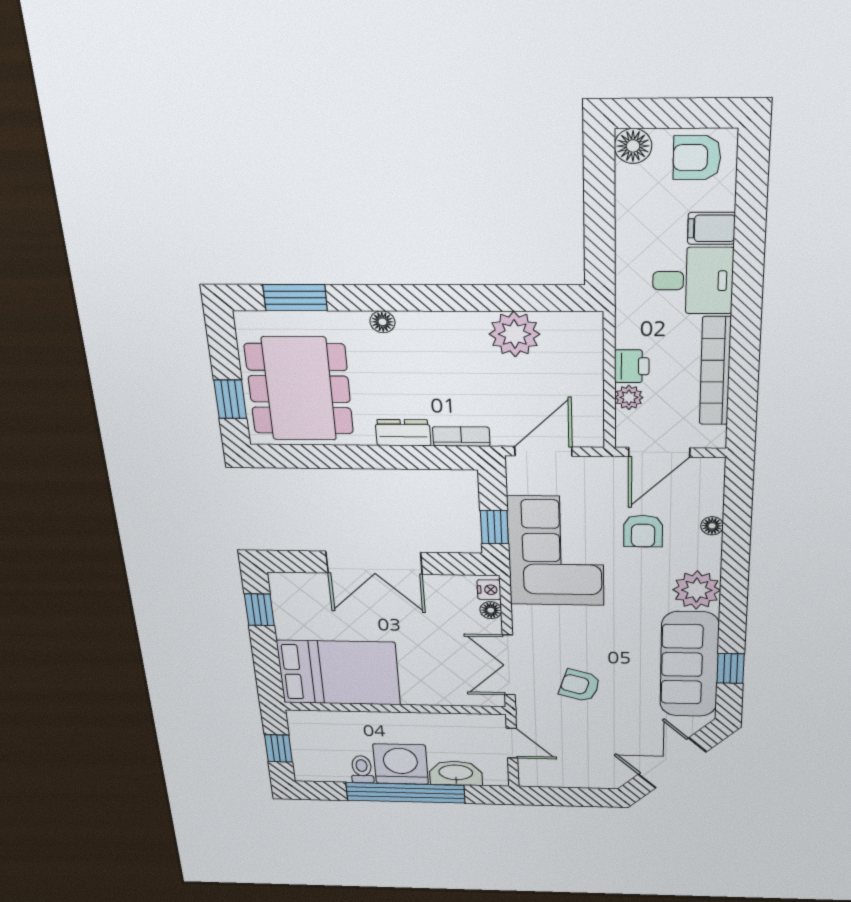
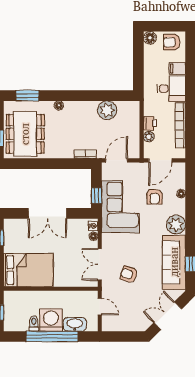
dresser: (403, 433) -> (63, 153), removed

